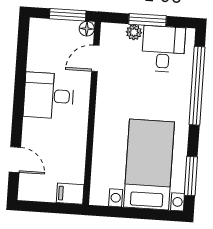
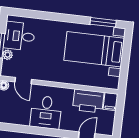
window: (197, 86) -> (45, 15), removed
printer: (69, 159) -> (88, 101), added

